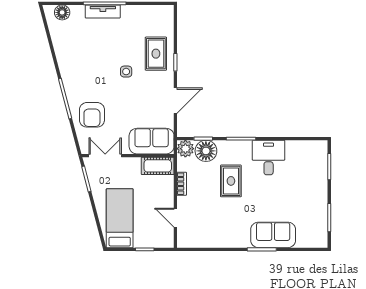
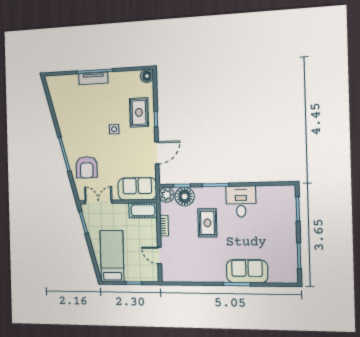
floor lamp: (62, 12) -> (147, 76), moved

